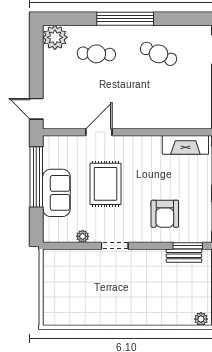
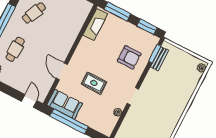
door: (36, 109) -> (29, 101), swing flipped
rug: (106, 184) -> (94, 83), width x0.73, depth x0.70
sofa: (56, 193) -> (65, 104), moved

